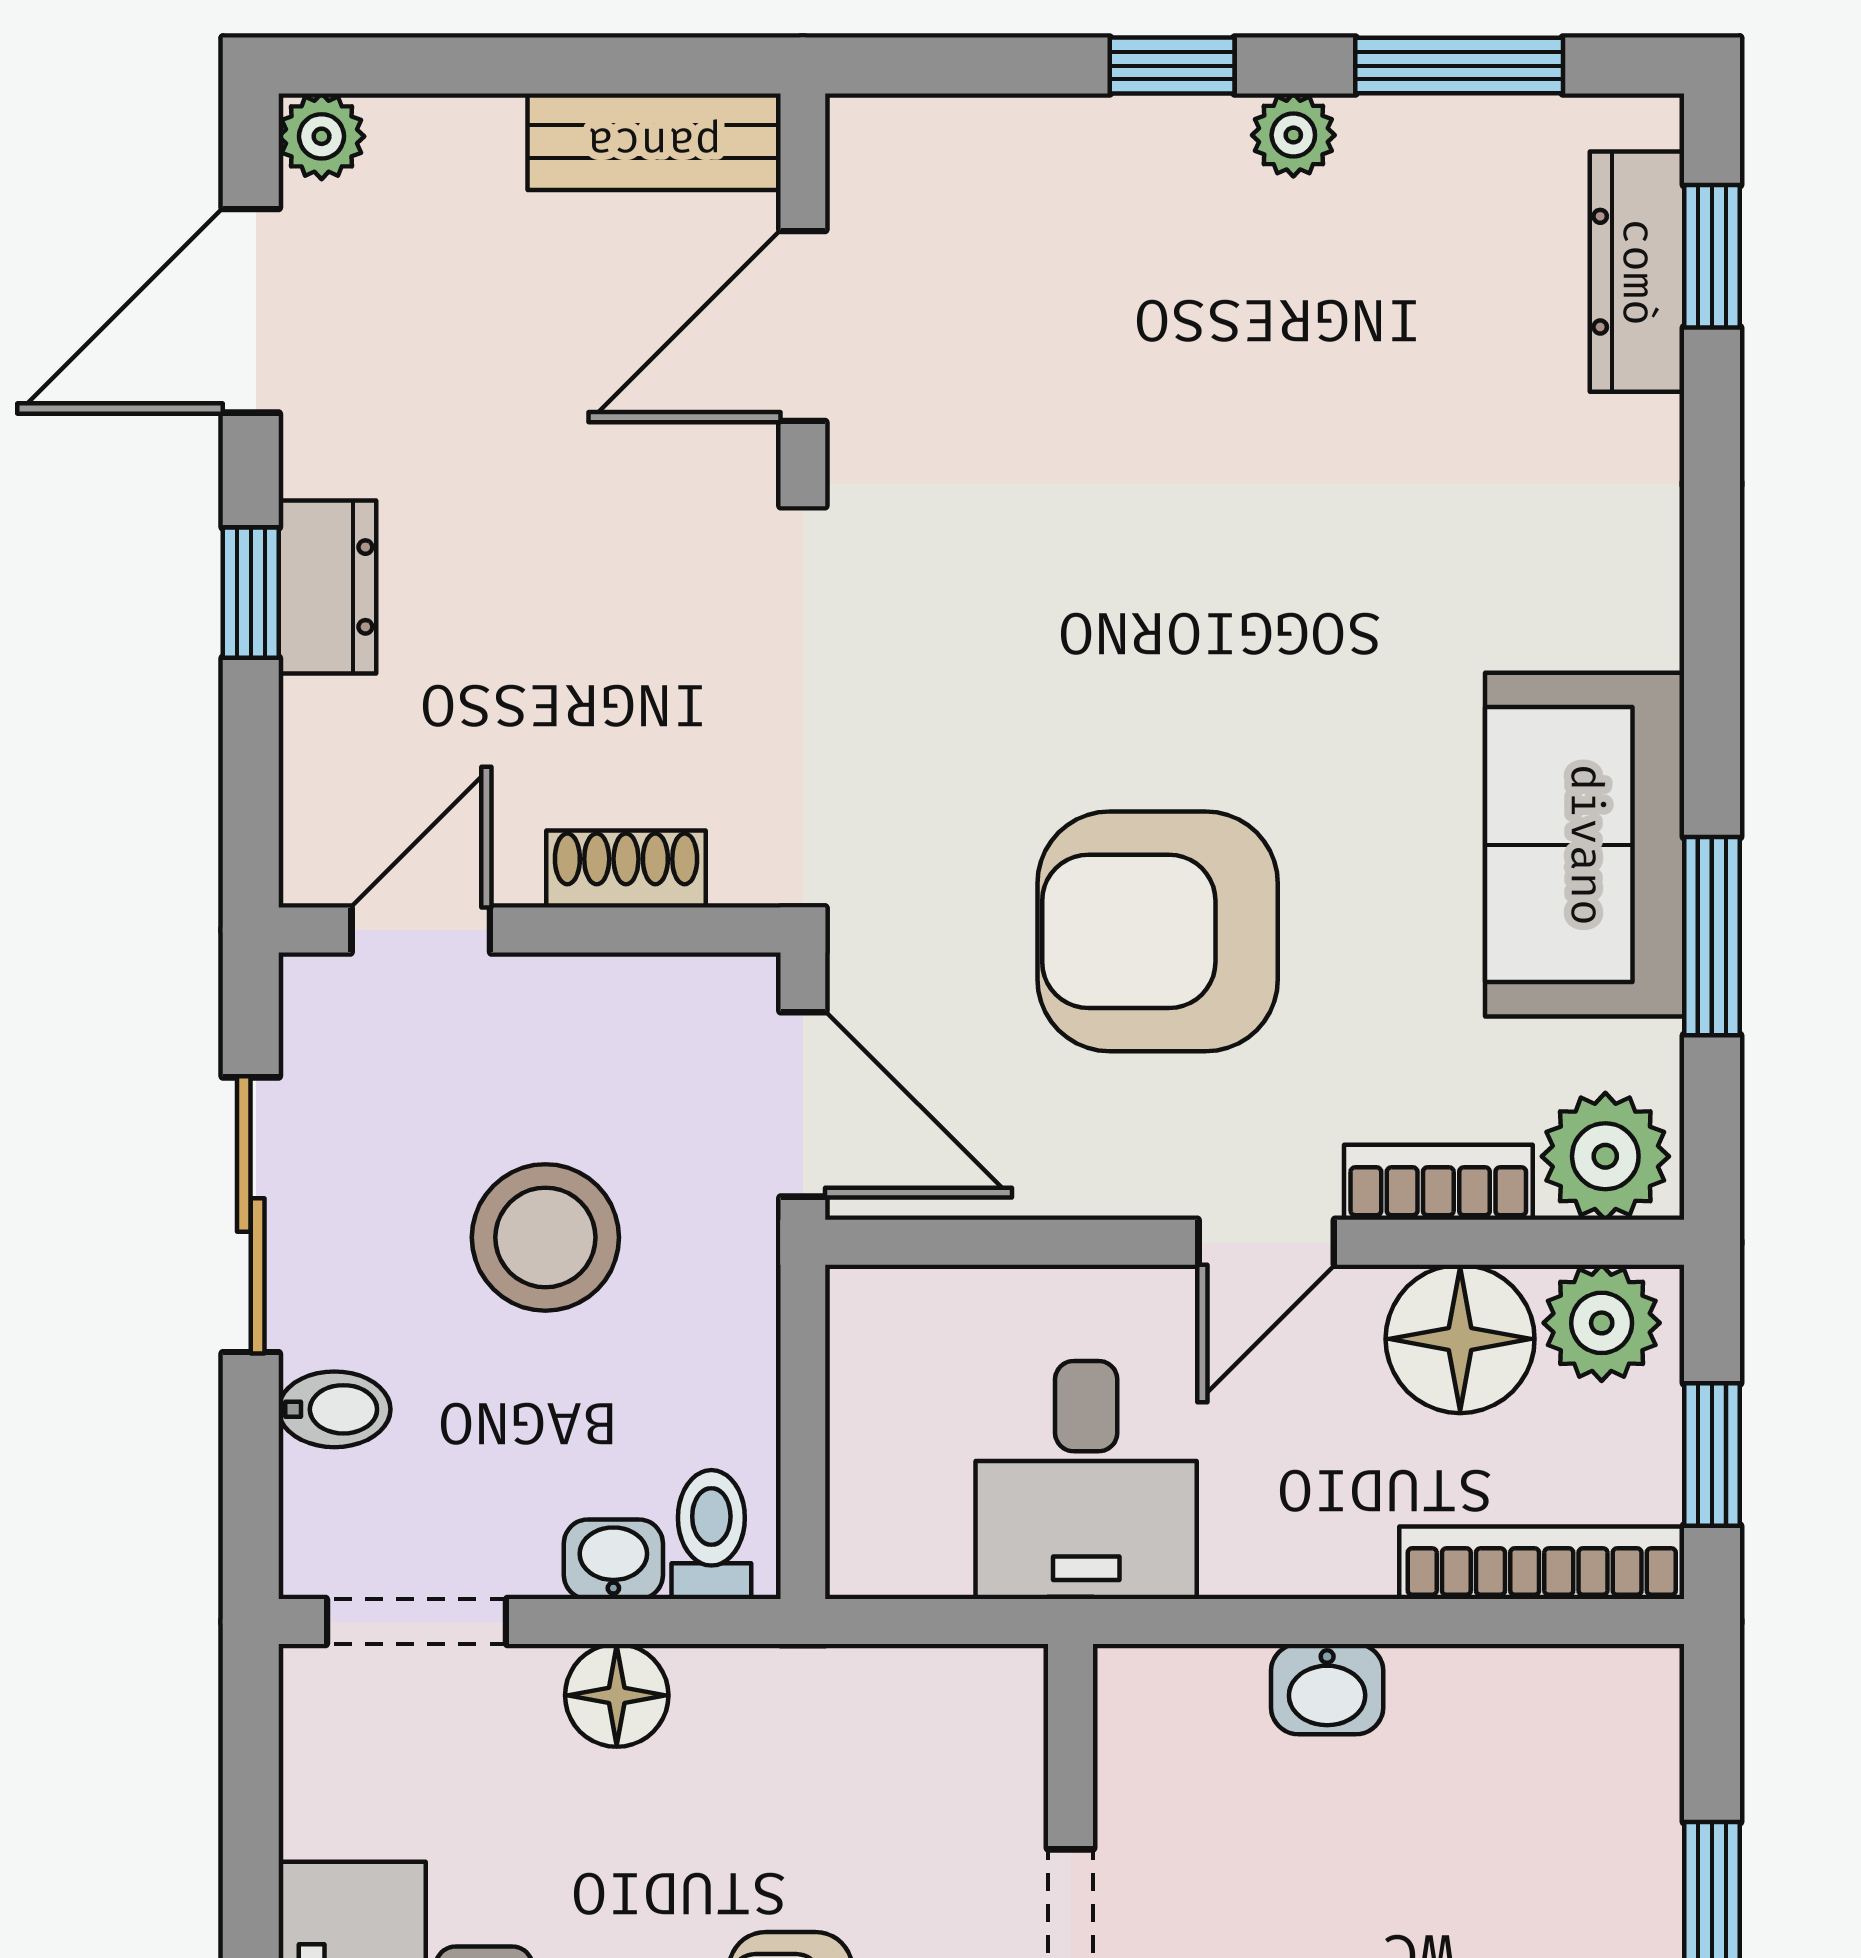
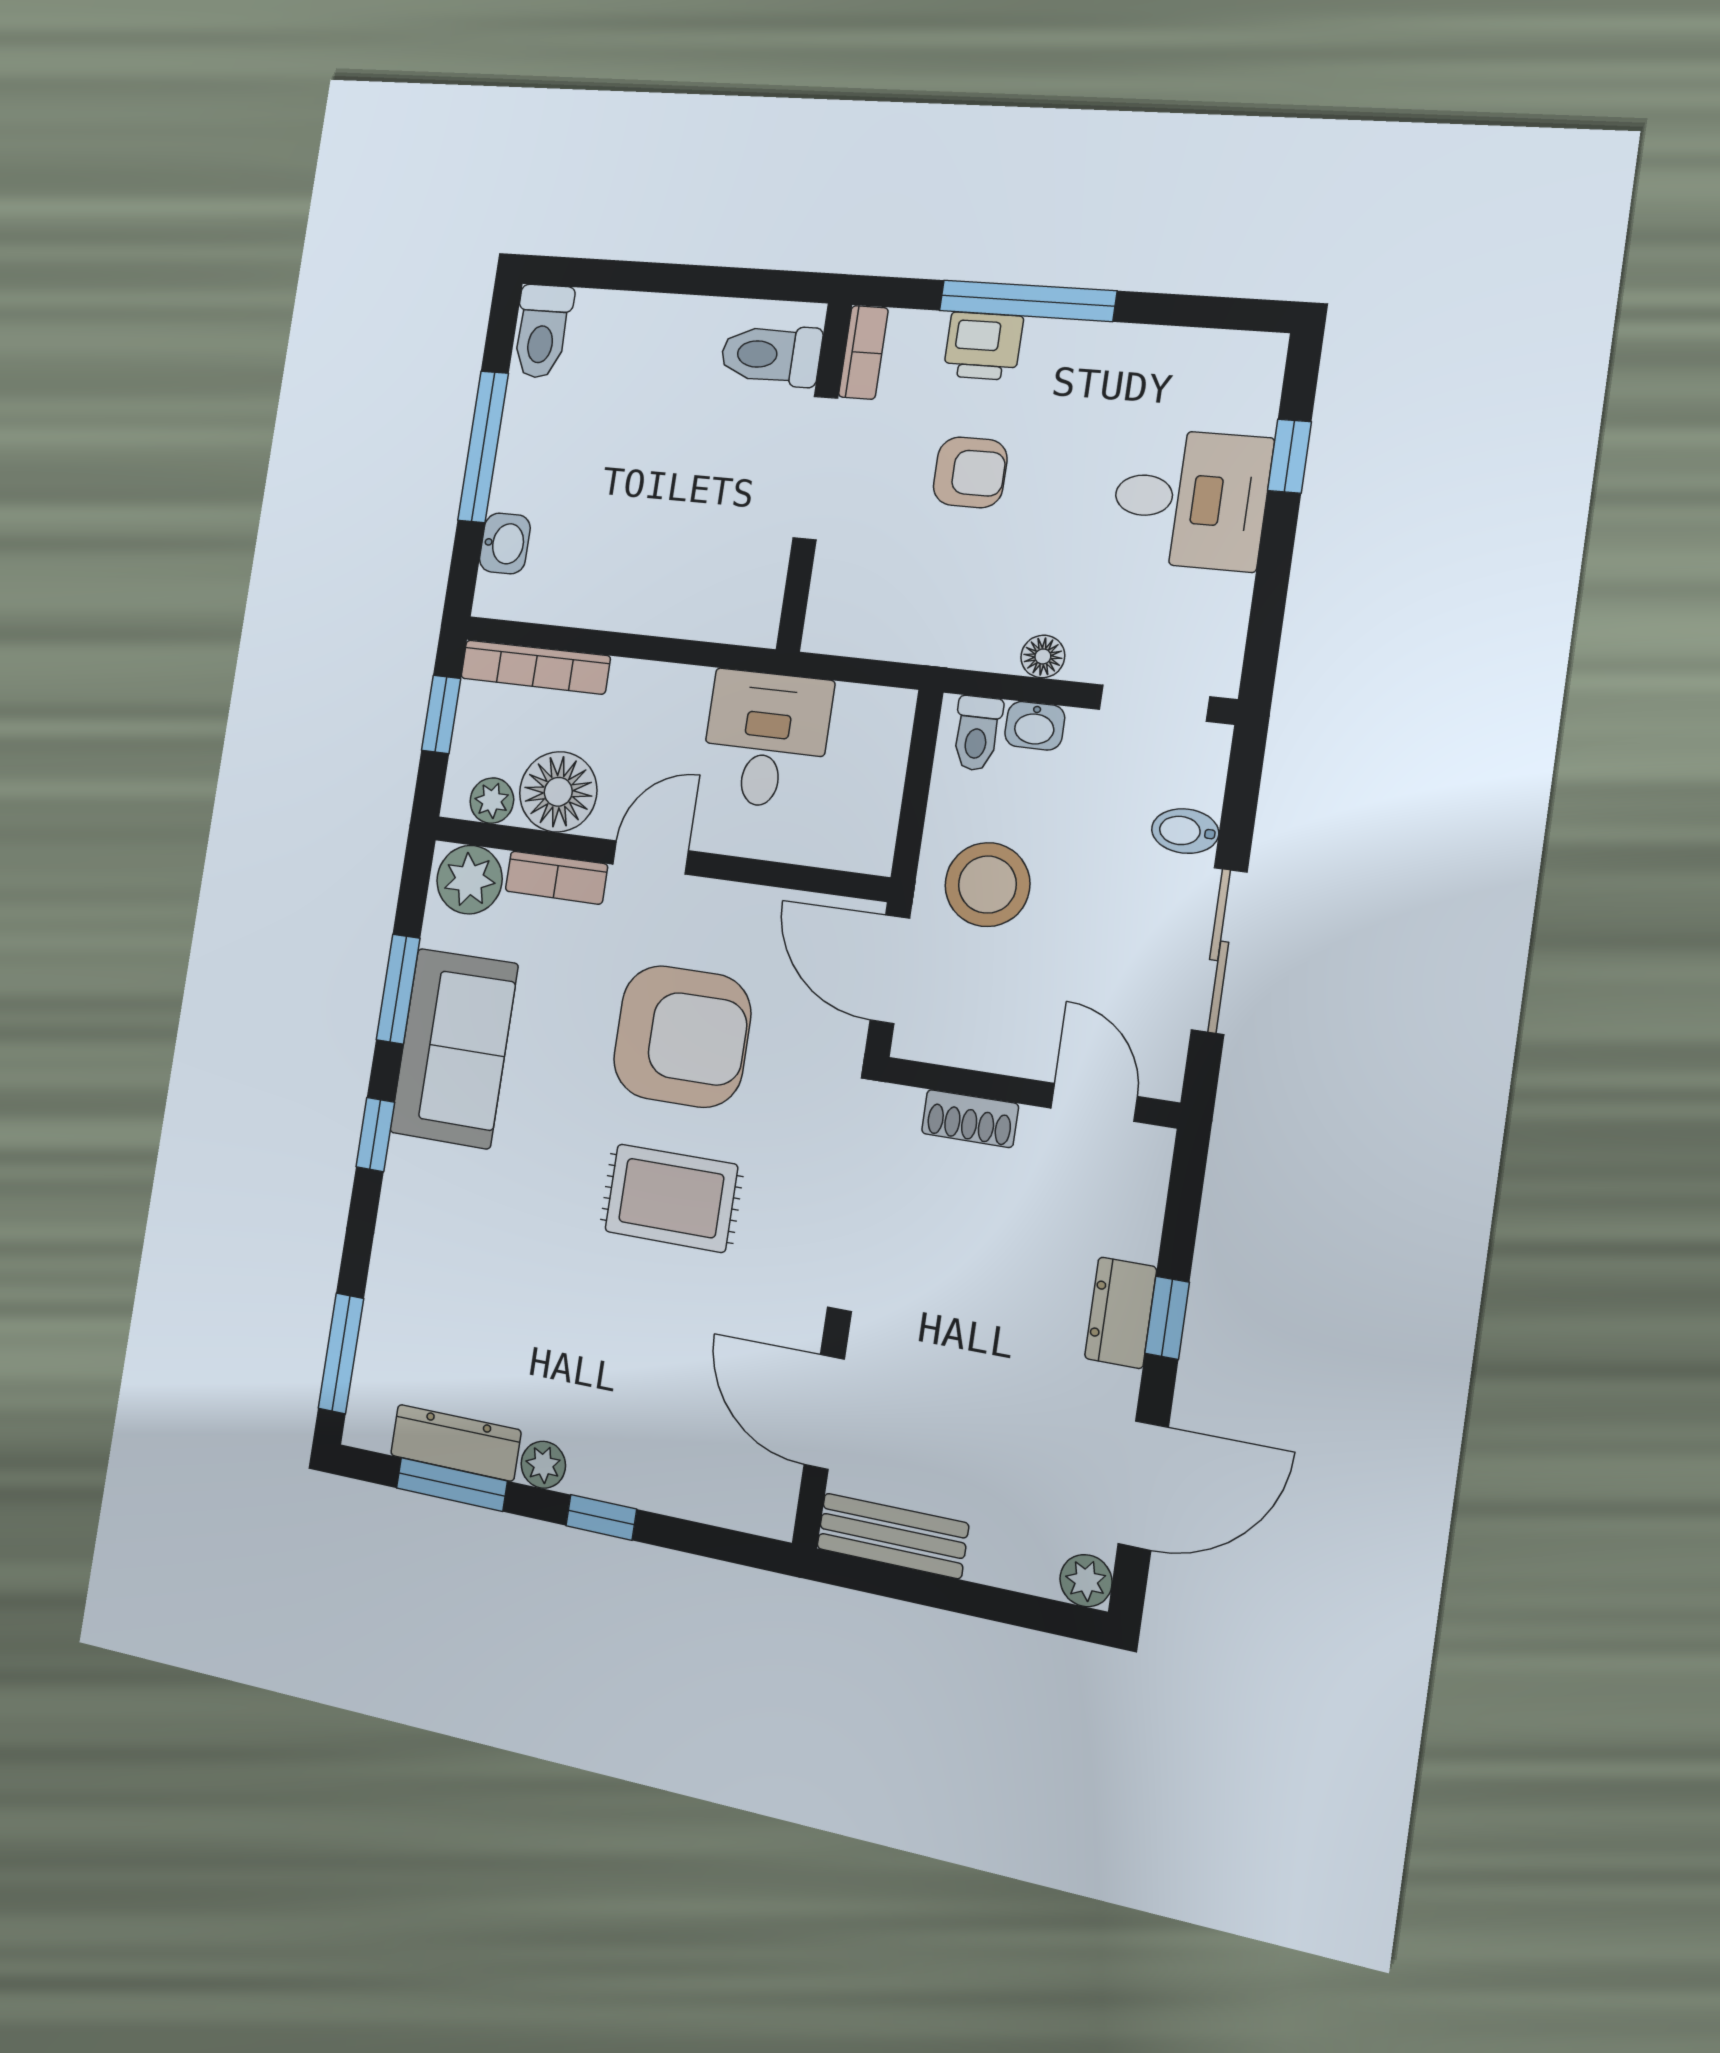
window: (1712, 256) -> (341, 1353), width x1.50
dresser: (1637, 272) -> (456, 1443), moved, turned -90
door: (803, 326) -> (824, 1412), swing flipped
rug: (1133, 644) -> (671, 1198), added
window: (1712, 664) -> (375, 1135), added
door: (421, 930) -> (1094, 1102), swing flipped
stool: (545, 1237) -> (987, 885), moved
plant: (1602, 1323) -> (492, 801), width x0.73, depth x0.73
washbasin: (1327, 1689) -> (505, 543), moved, turned 90
floor lamp: (617, 1695) -> (1043, 656), width x0.73, depth x0.73

